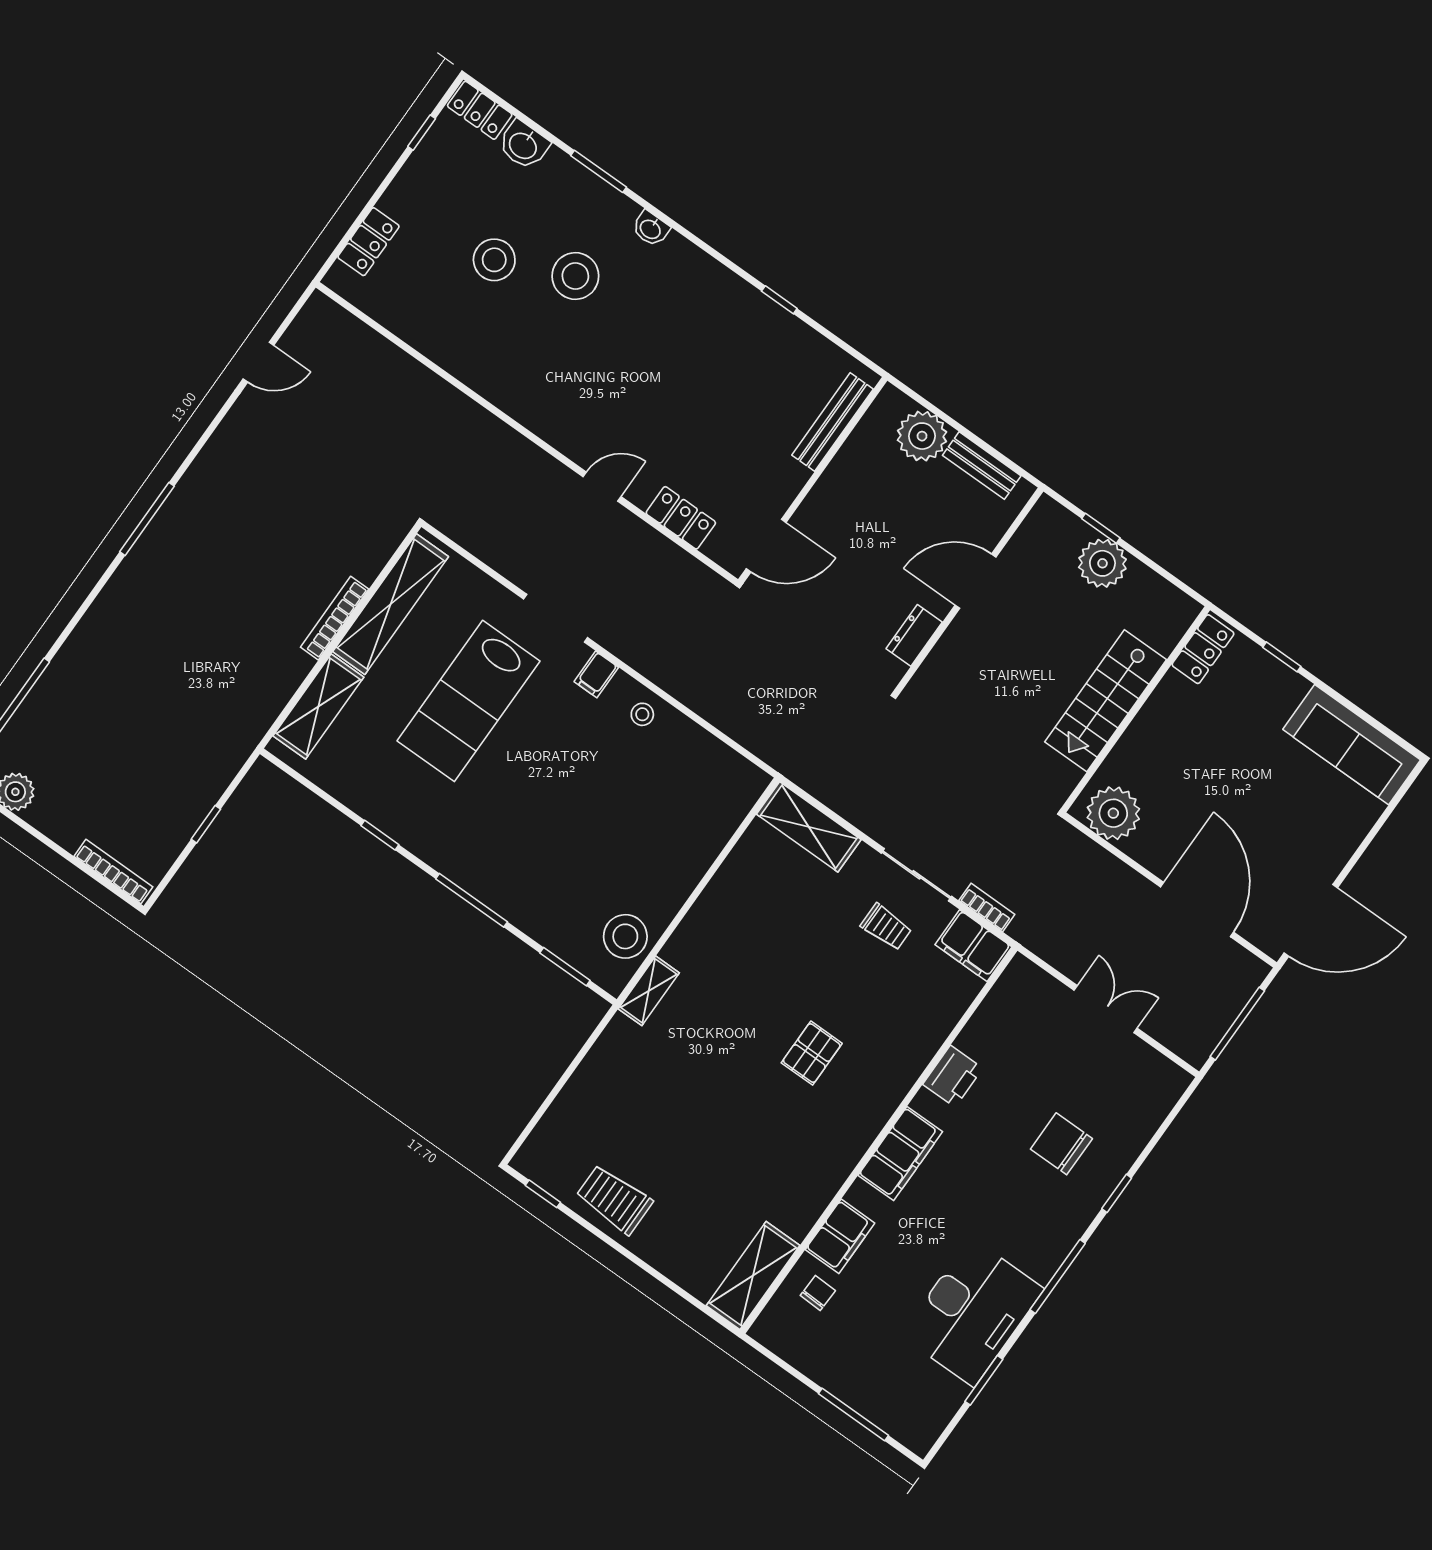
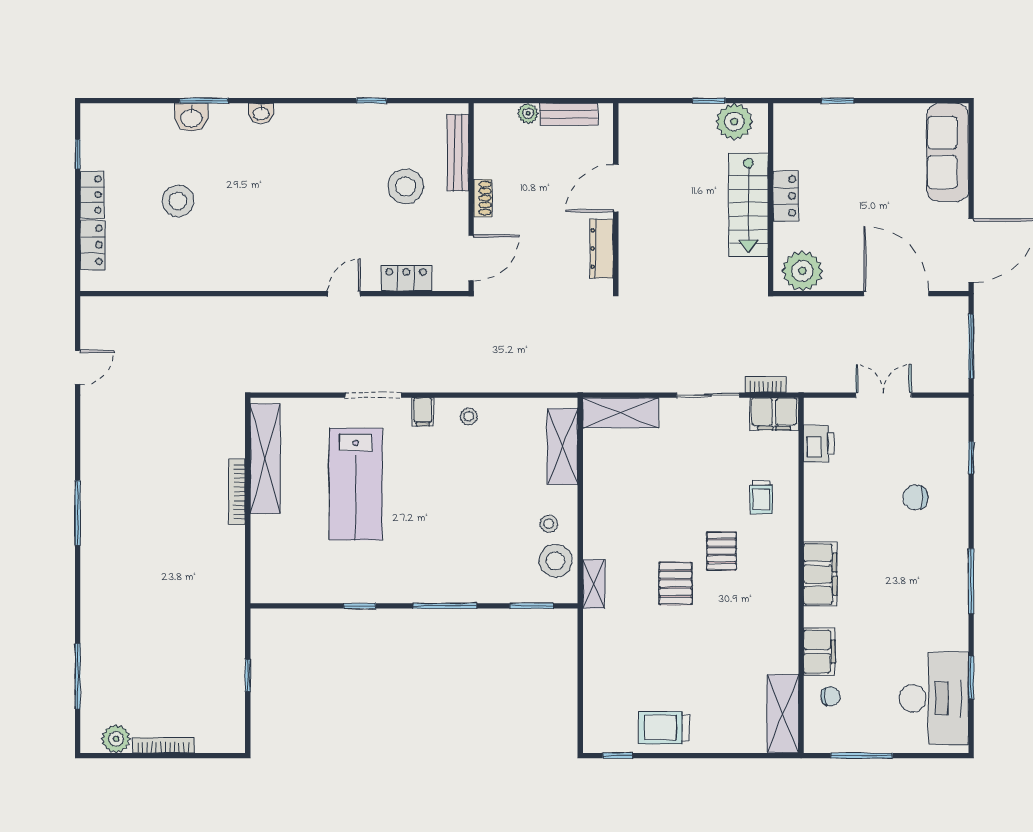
locker: (480, 110) -> (92, 195), moved, turned -90
washbasin: (523, 145) -> (191, 117), moved
stool: (575, 276) -> (406, 186), moved
plant: (922, 436) -> (528, 113), width x0.53, depth x0.53
shoe rack: (825, 490) -> (483, 198), added
window: (1101, 528) -> (709, 101), moved
plant: (1102, 563) -> (734, 122), moved
dresser: (914, 635) -> (602, 249), width x1.44
locker: (1203, 649) -> (786, 196), moved
shelving: (318, 707) -> (562, 446), moved
sofa: (1352, 745) -> (948, 152), moved, turned 90
bookcase: (113, 872) -> (163, 745), moved
stool: (646, 891) -> (549, 524), added
trolley: (886, 927) -> (761, 497), moved, turned 90
pallet: (737, 1053) -> (675, 583), added
printer: (953, 1076) -> (819, 444), moved
chair: (1061, 1144) -> (915, 497), width x0.73, depth x0.73
window: (1117, 1193) -> (971, 458), moved
chair: (818, 1293) -> (830, 696), turned 86
desk: (972, 1312) -> (934, 698), moved
window: (853, 1415) -> (862, 756), moved

